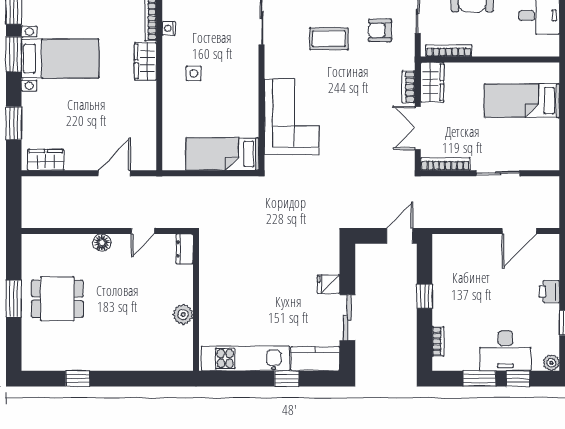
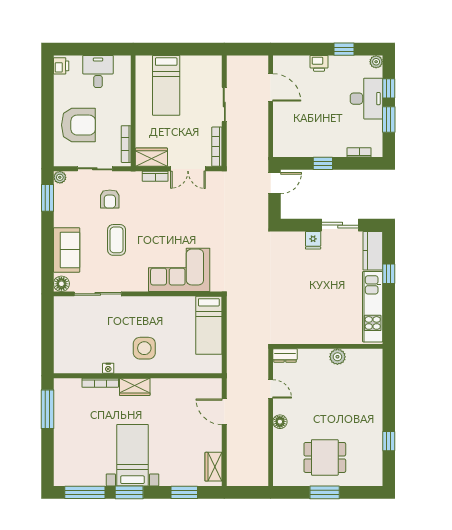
side table: (194, 73) -> (144, 348), width x1.87, depth x1.87
door: (400, 236) -> (274, 183), swing flipped
dining table: (57, 299) -> (325, 457), turned 90

